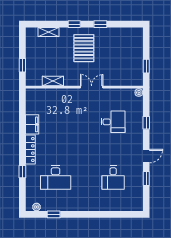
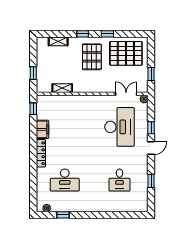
pallet: (120, 44) -> (126, 53), added
double door: (92, 87) -> (126, 94), moved
desk: (113, 122) -> (119, 127), width x1.87, depth x1.30
door: (146, 156) -> (151, 148), moved
window: (22, 172) -> (33, 109), moved

